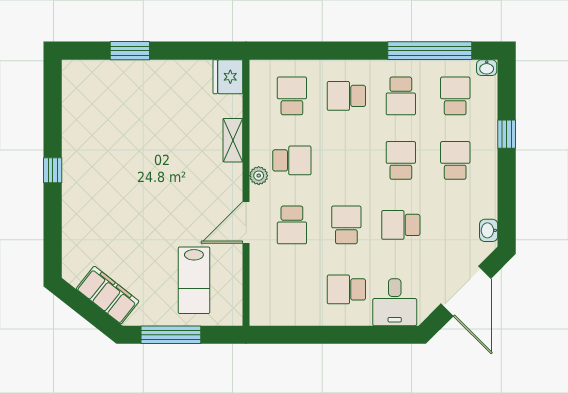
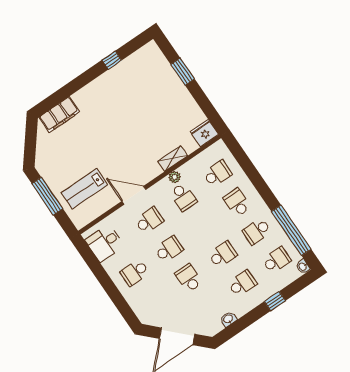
window: (53, 170) -> (112, 60), moved
plant: (259, 176) -> (175, 177), moved
school desk: (292, 225) -> (149, 220), turned 180
washbasin: (489, 230) -> (228, 319), moved
school desk: (346, 289) -> (135, 273), turned -90
filing cabinet: (108, 295) -> (59, 115), moved, turned 52
desk: (395, 302) -> (105, 243), moved

